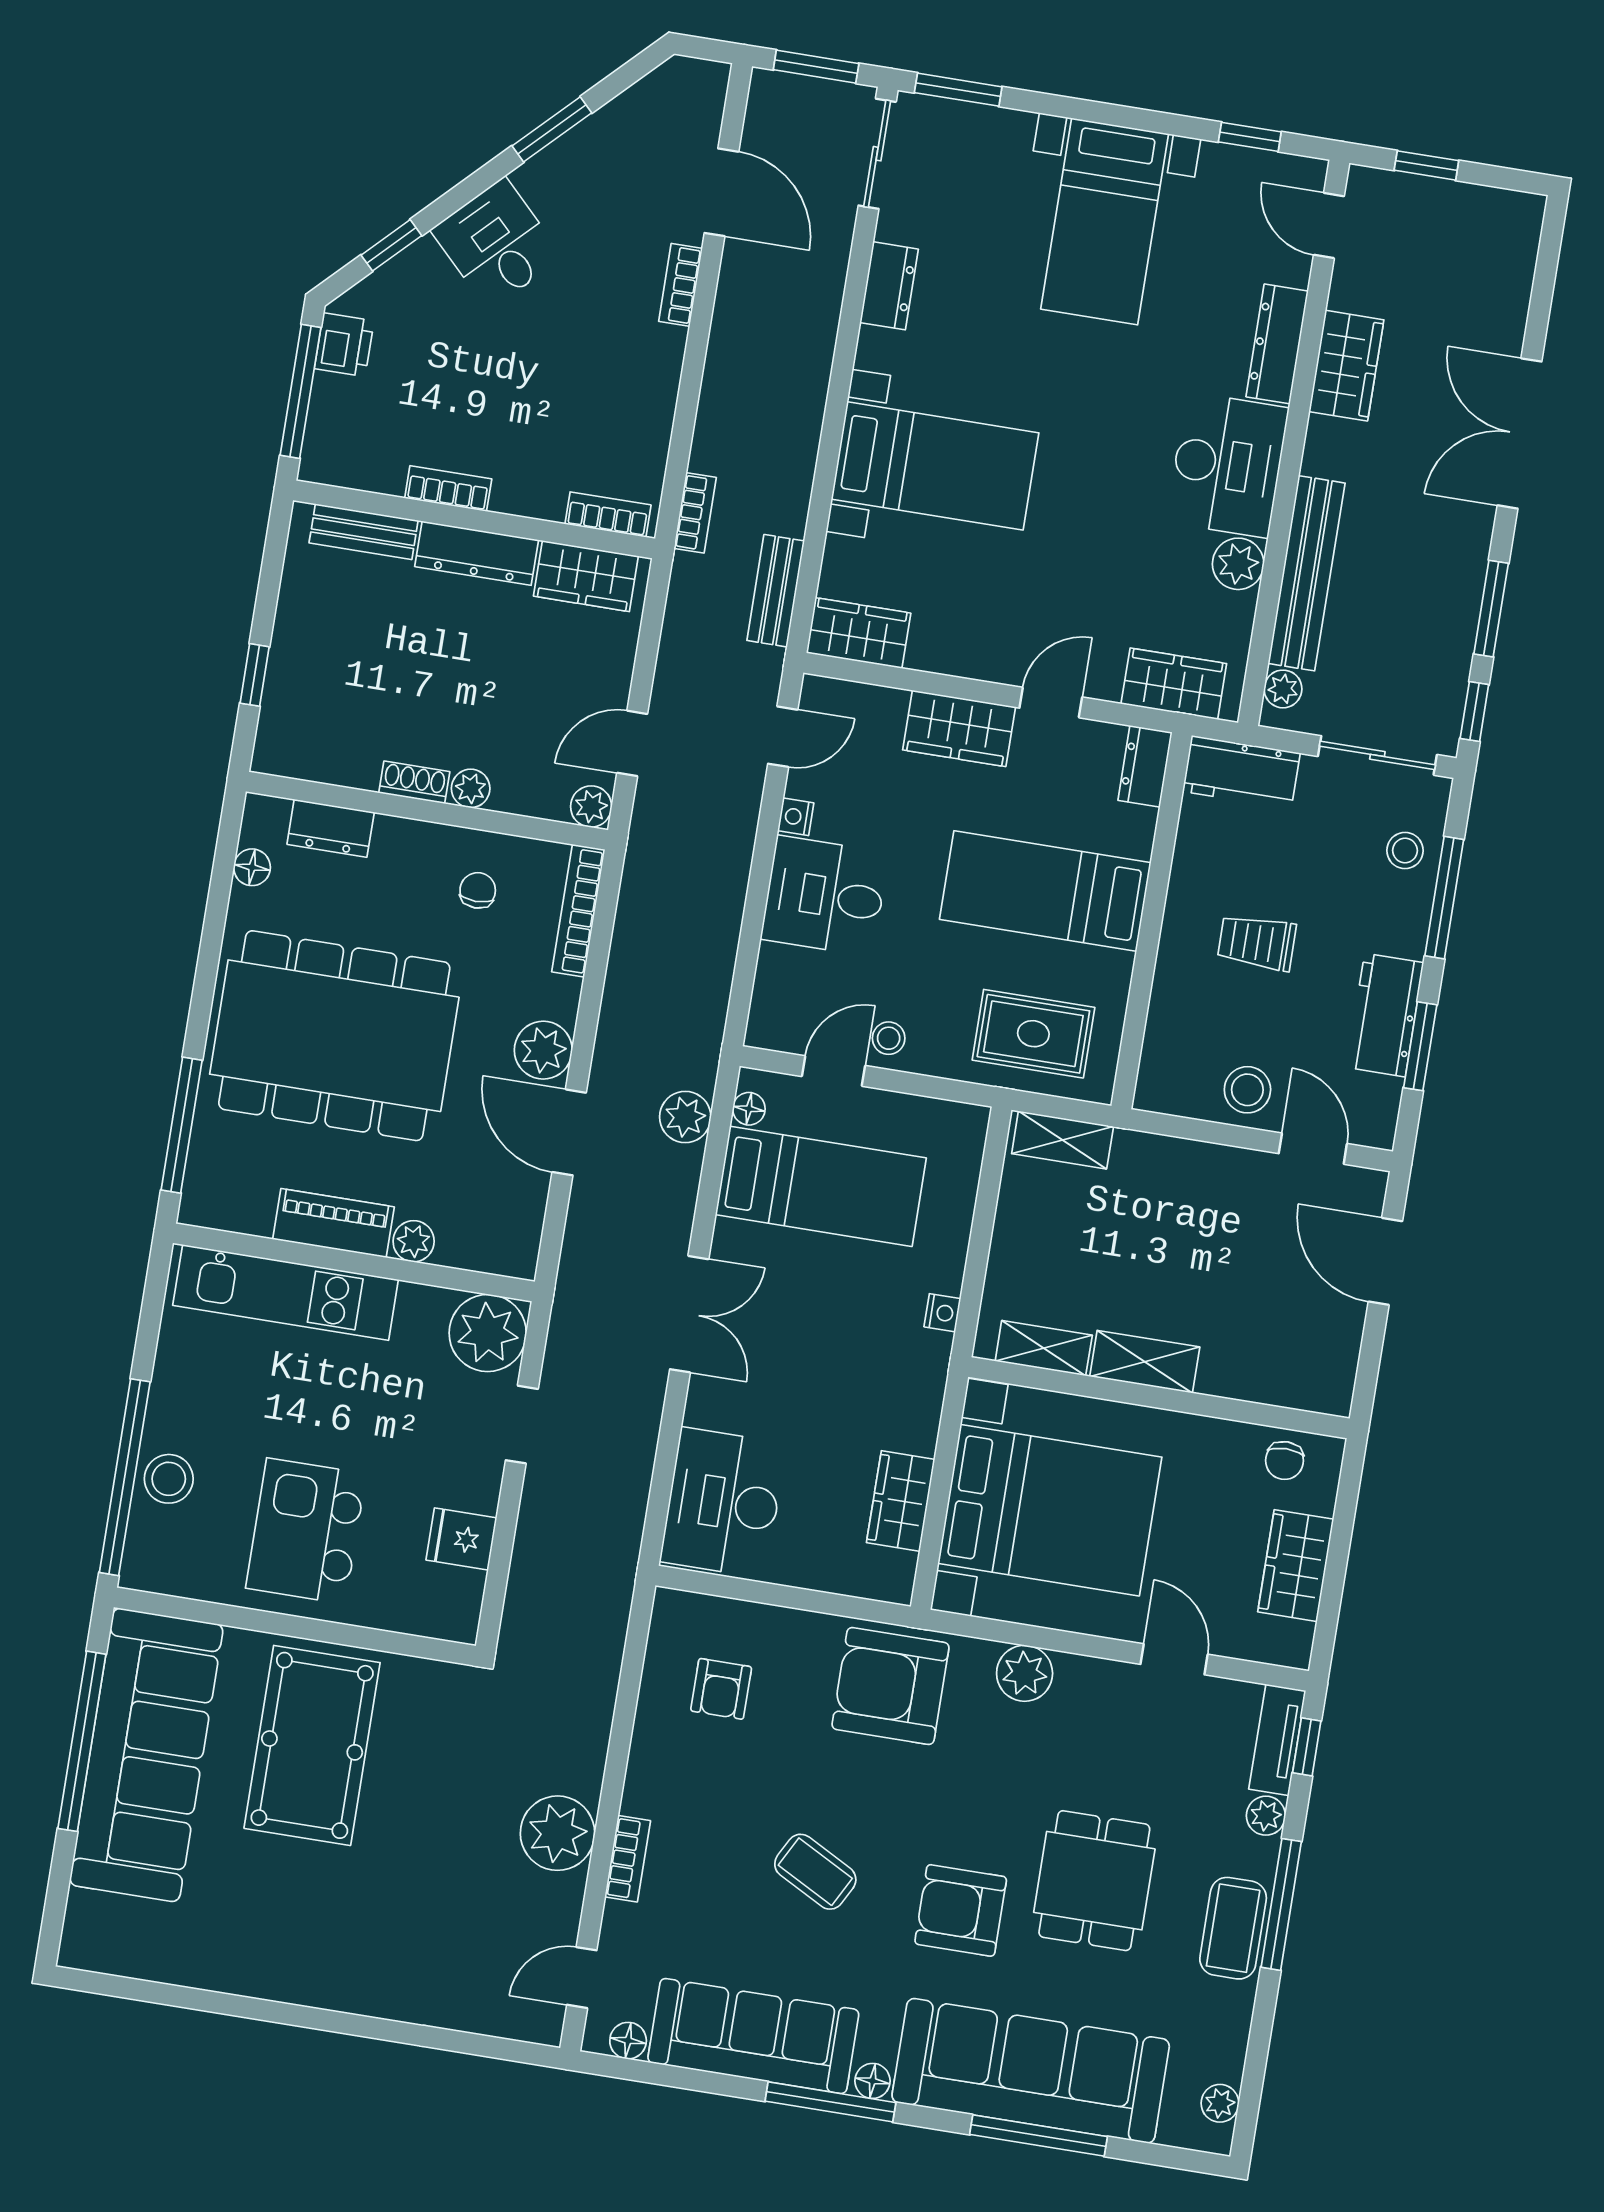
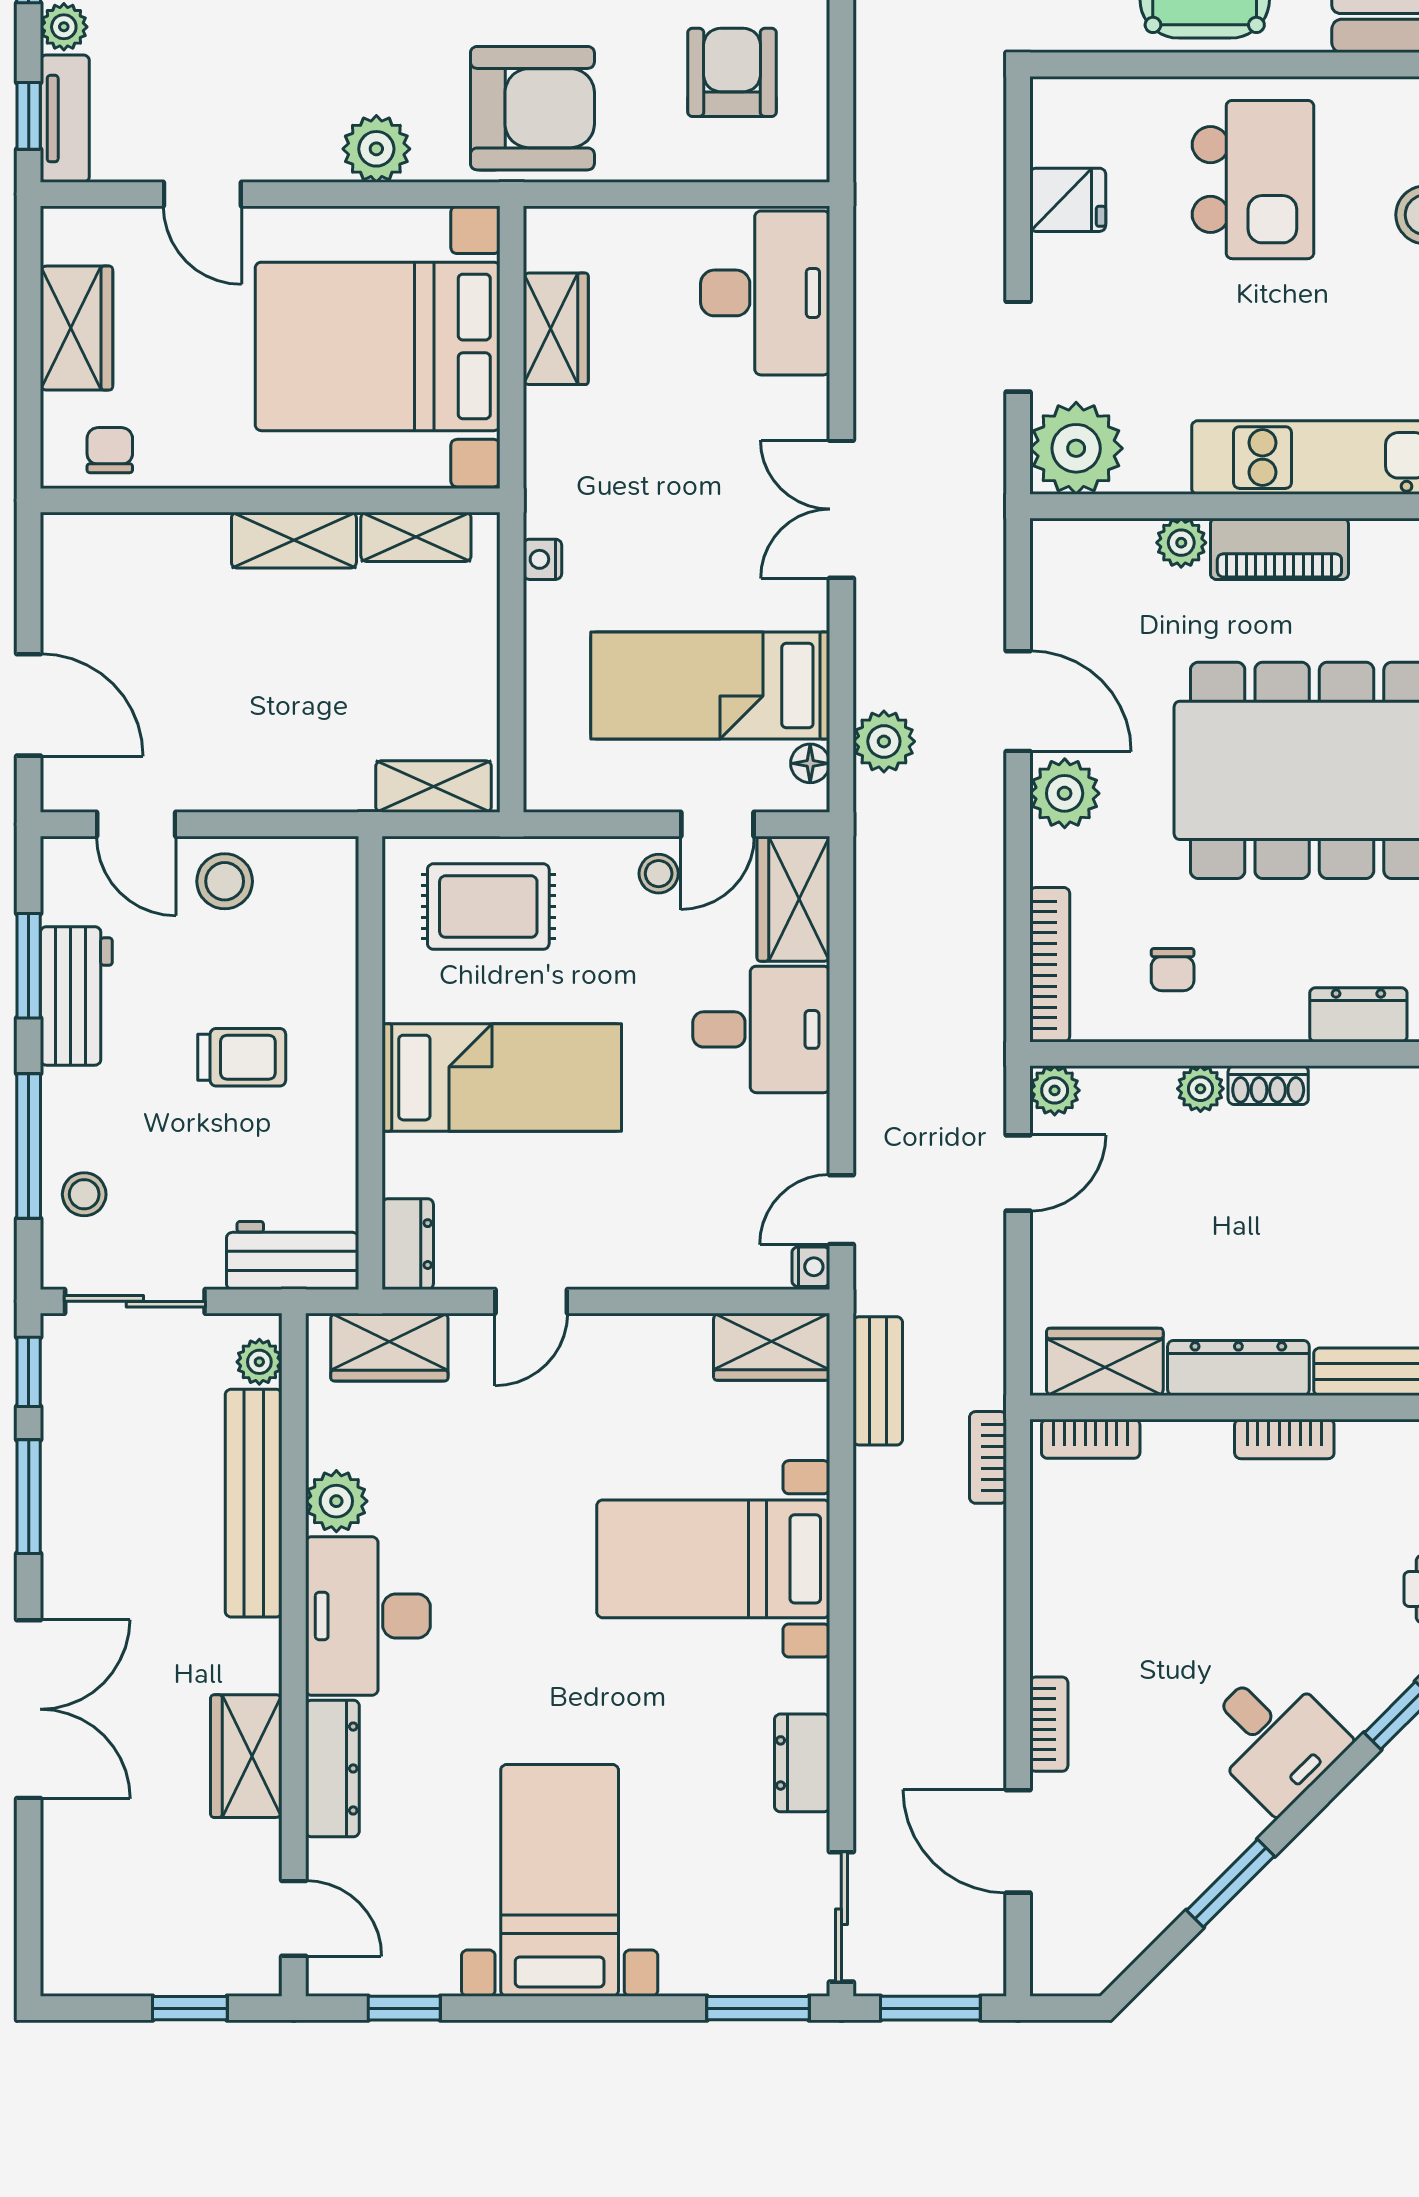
wardrobe: (959, 728) -> (793, 899), moved, turned -90
nightstand: (796, 817) -> (811, 1267), moved
armchair: (721, 1689) -> (732, 72), width x1.38, depth x1.38

